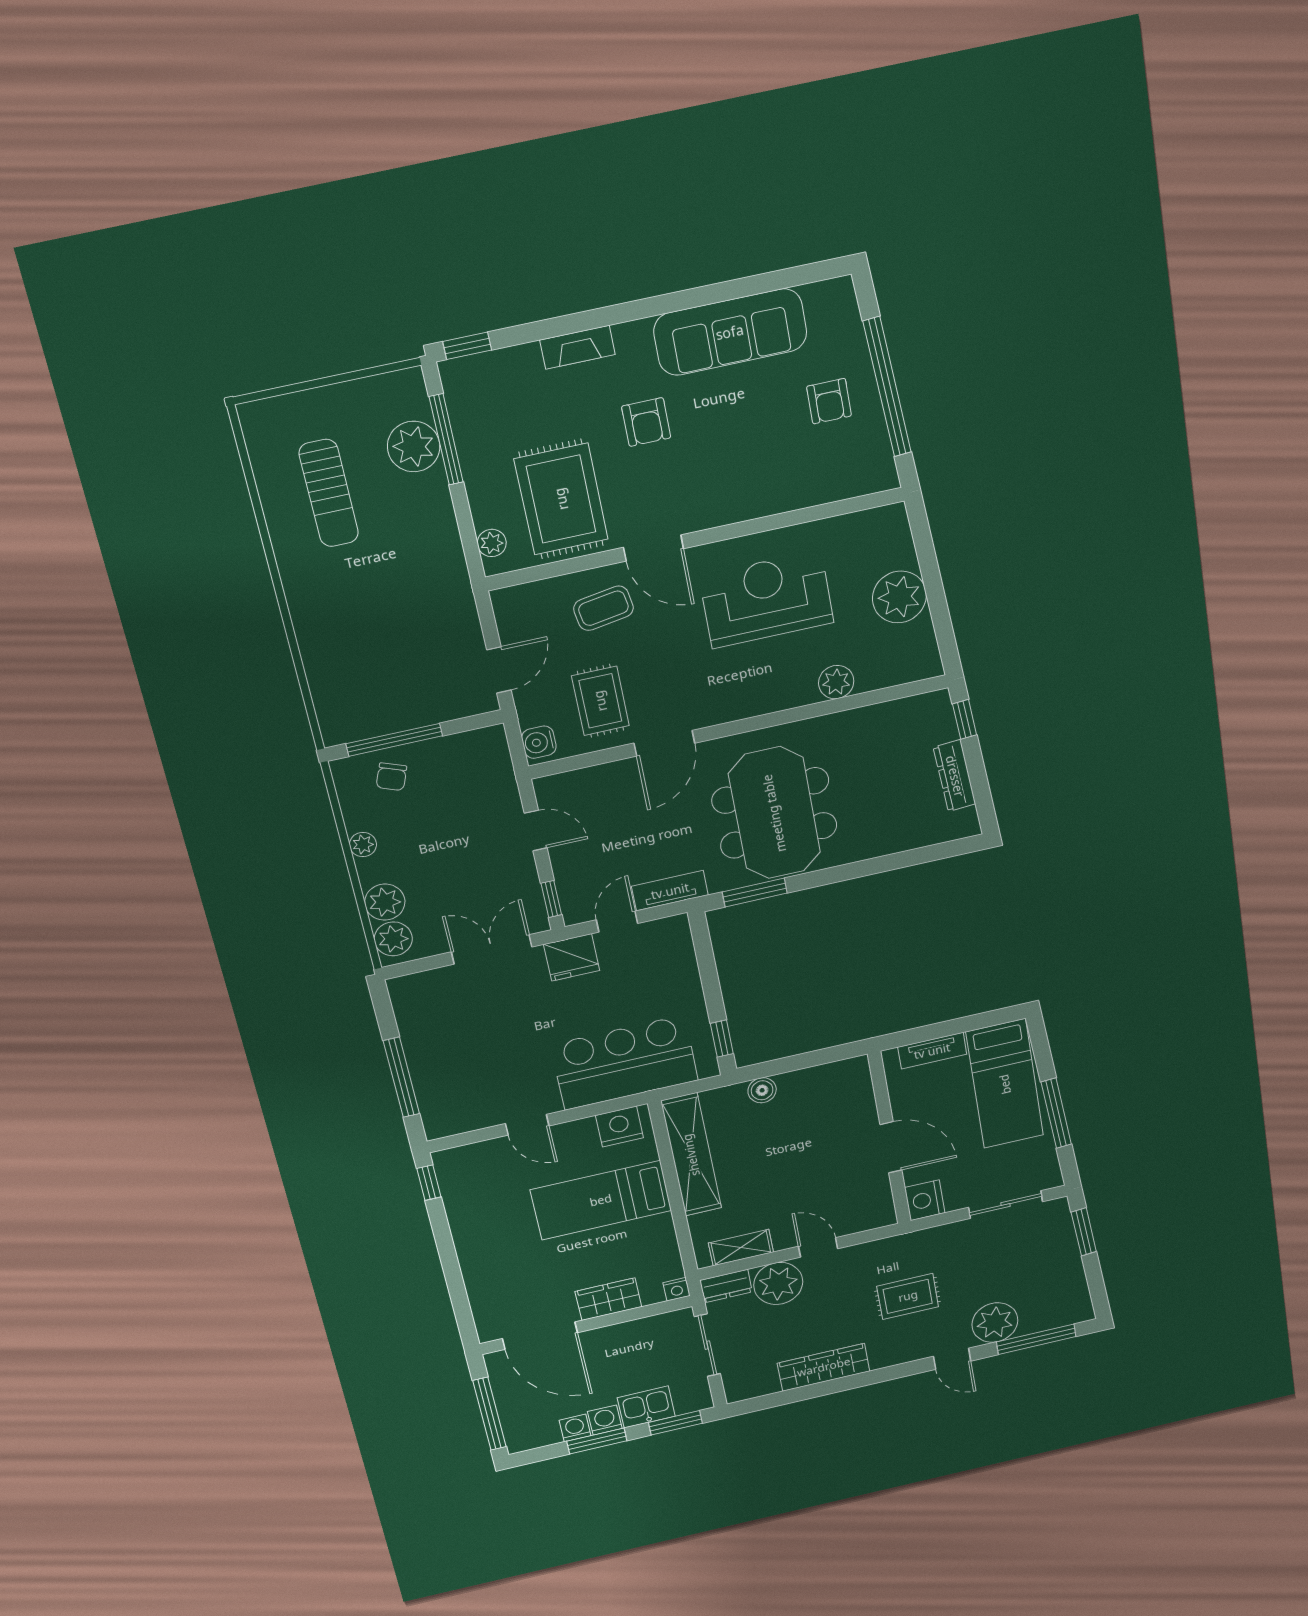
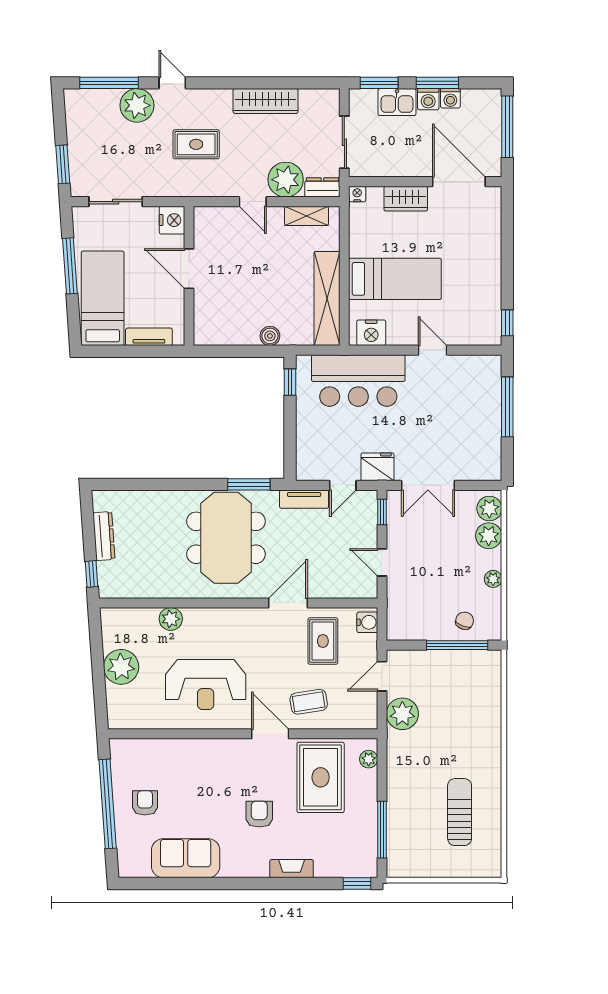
sofa: (730, 332) -> (186, 858), width x0.73
plant: (414, 447) -> (402, 714), moved

